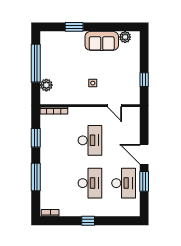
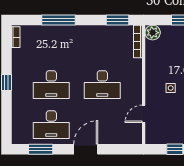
plant: (46, 85) -> (153, 33), moved
window: (36, 138) -> (118, 20), moved
window: (144, 181) -> (41, 149), moved

